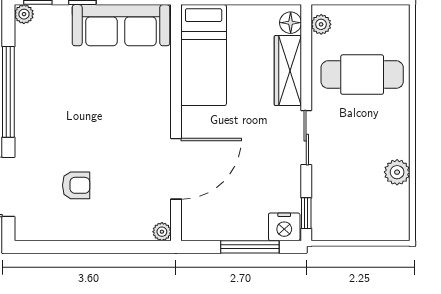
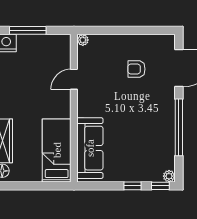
sofa: (121, 25) -> (90, 148), moved, turned 90
door: (176, 169) -> (74, 79), width x0.53

